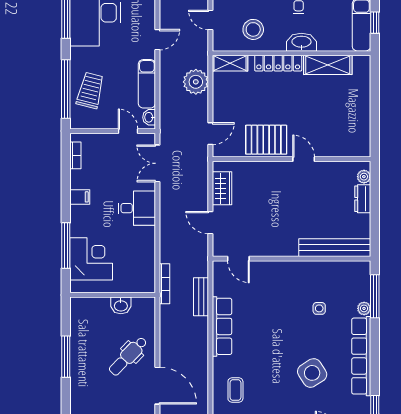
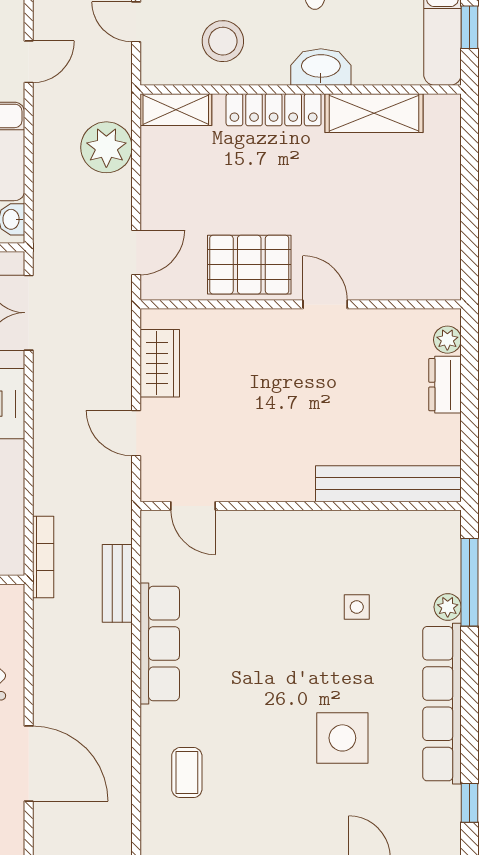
side table: (312, 373) -> (342, 738), turned 33

